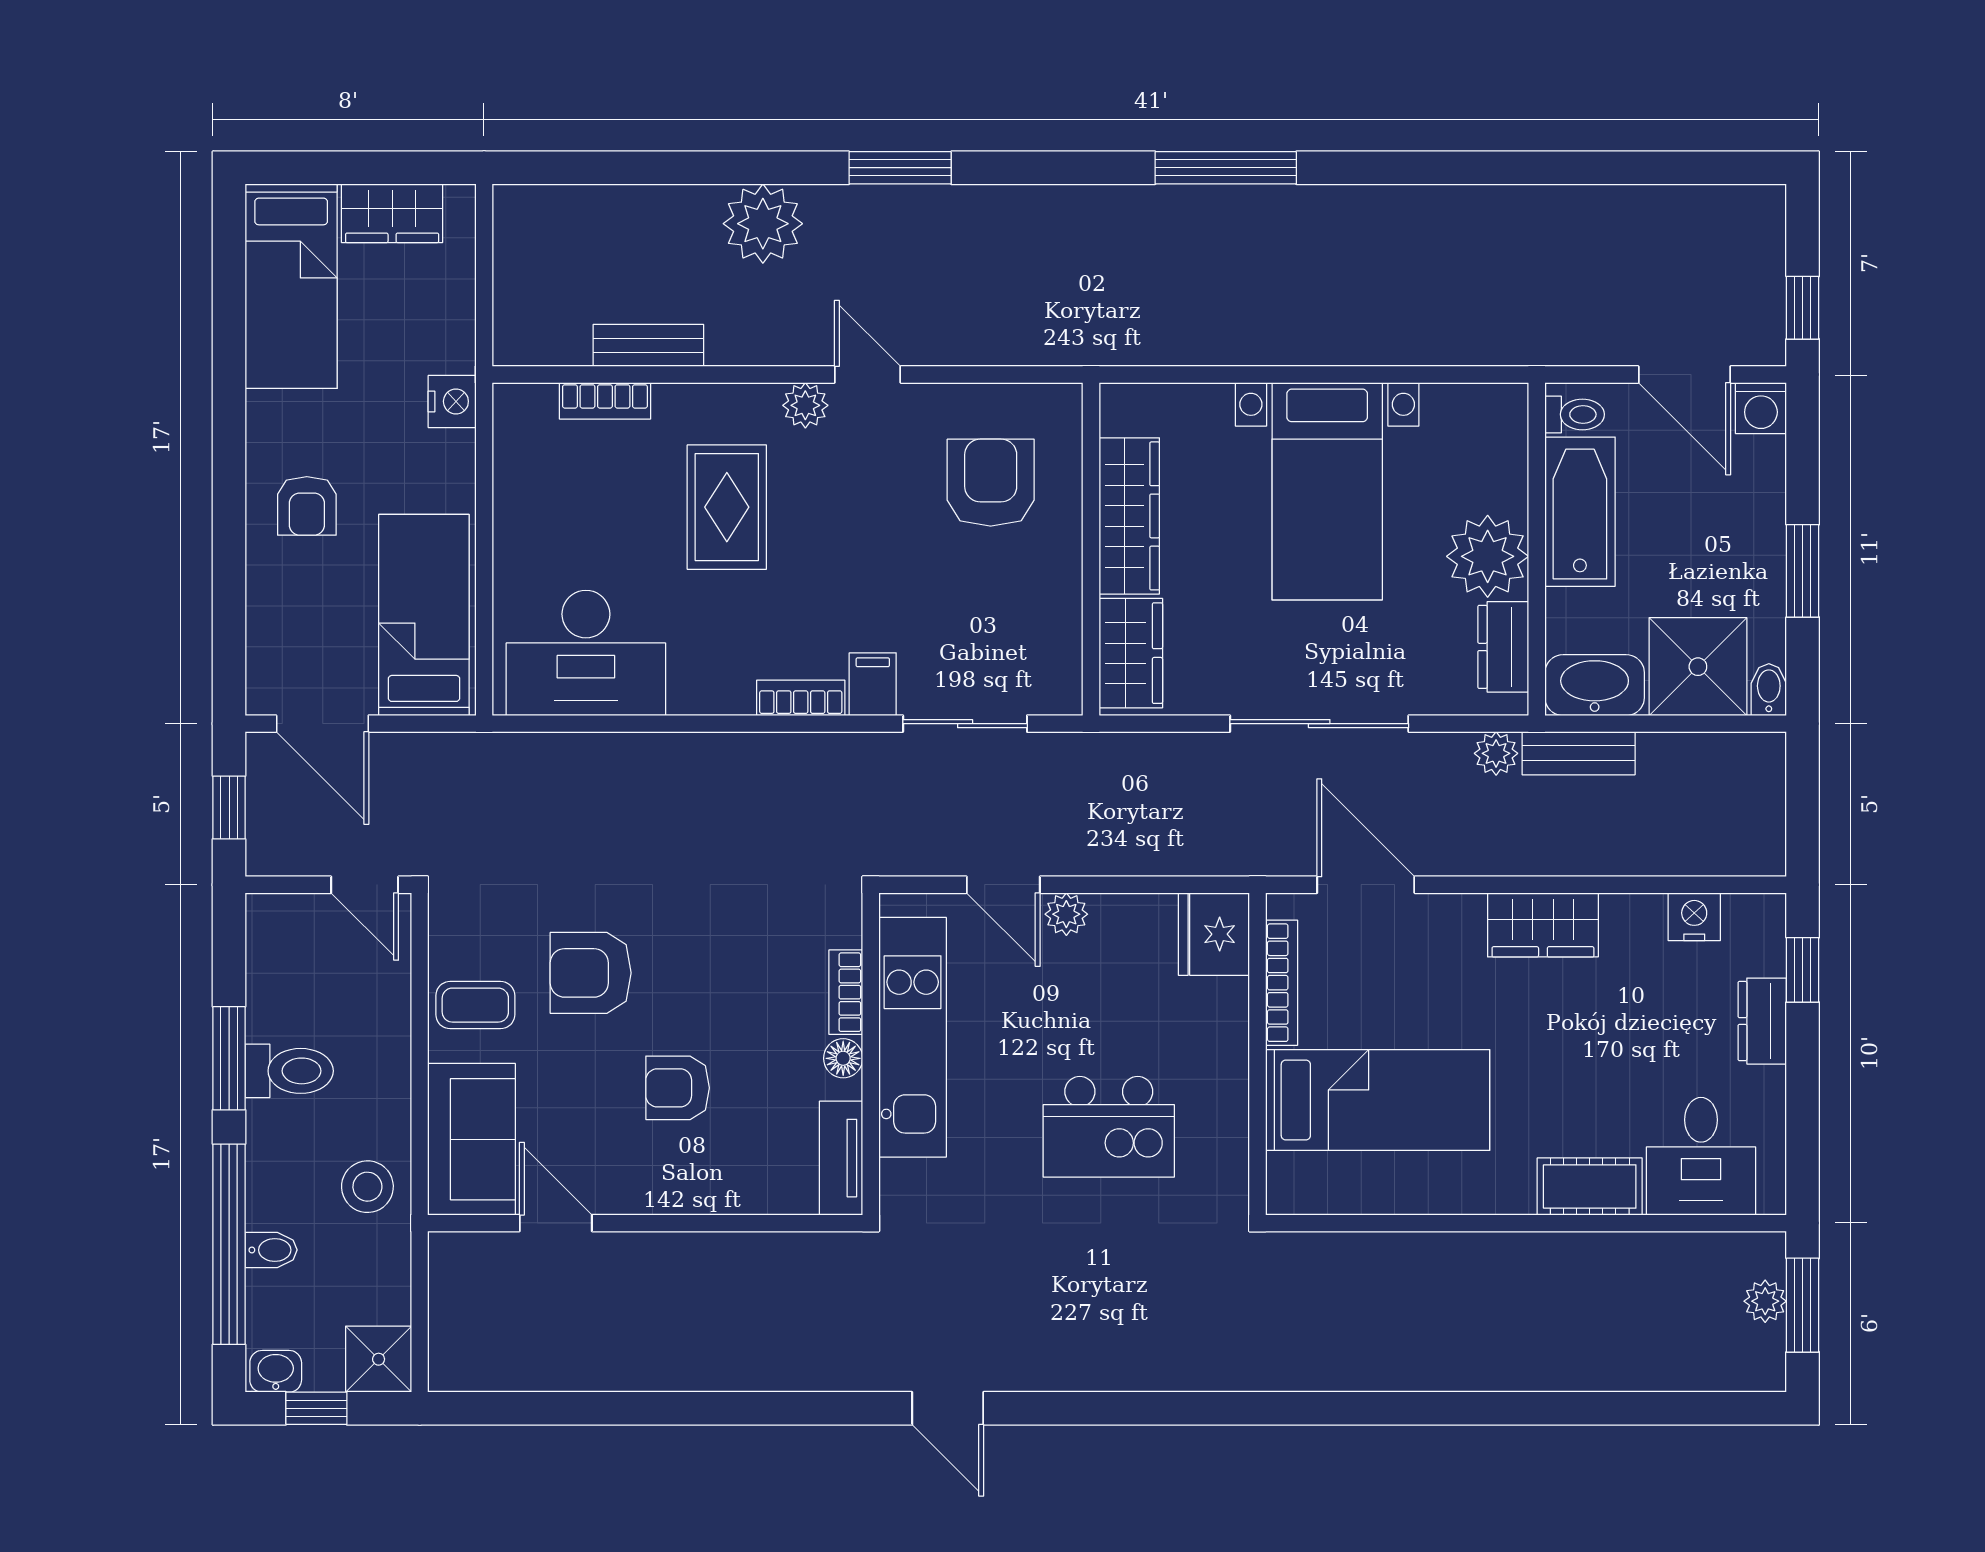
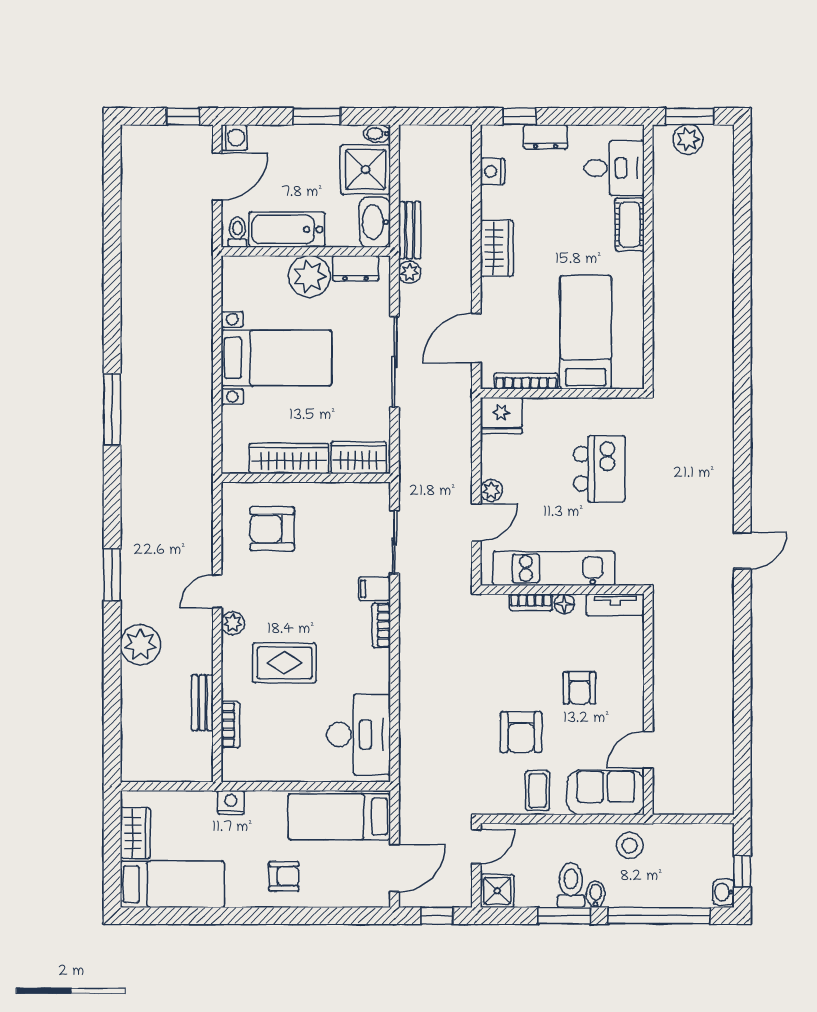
bidet: (271, 1250) -> (596, 894), moved
plant: (1765, 1301) -> (688, 139), width x1.38, depth x1.38
shower: (379, 1359) -> (497, 891), moved

